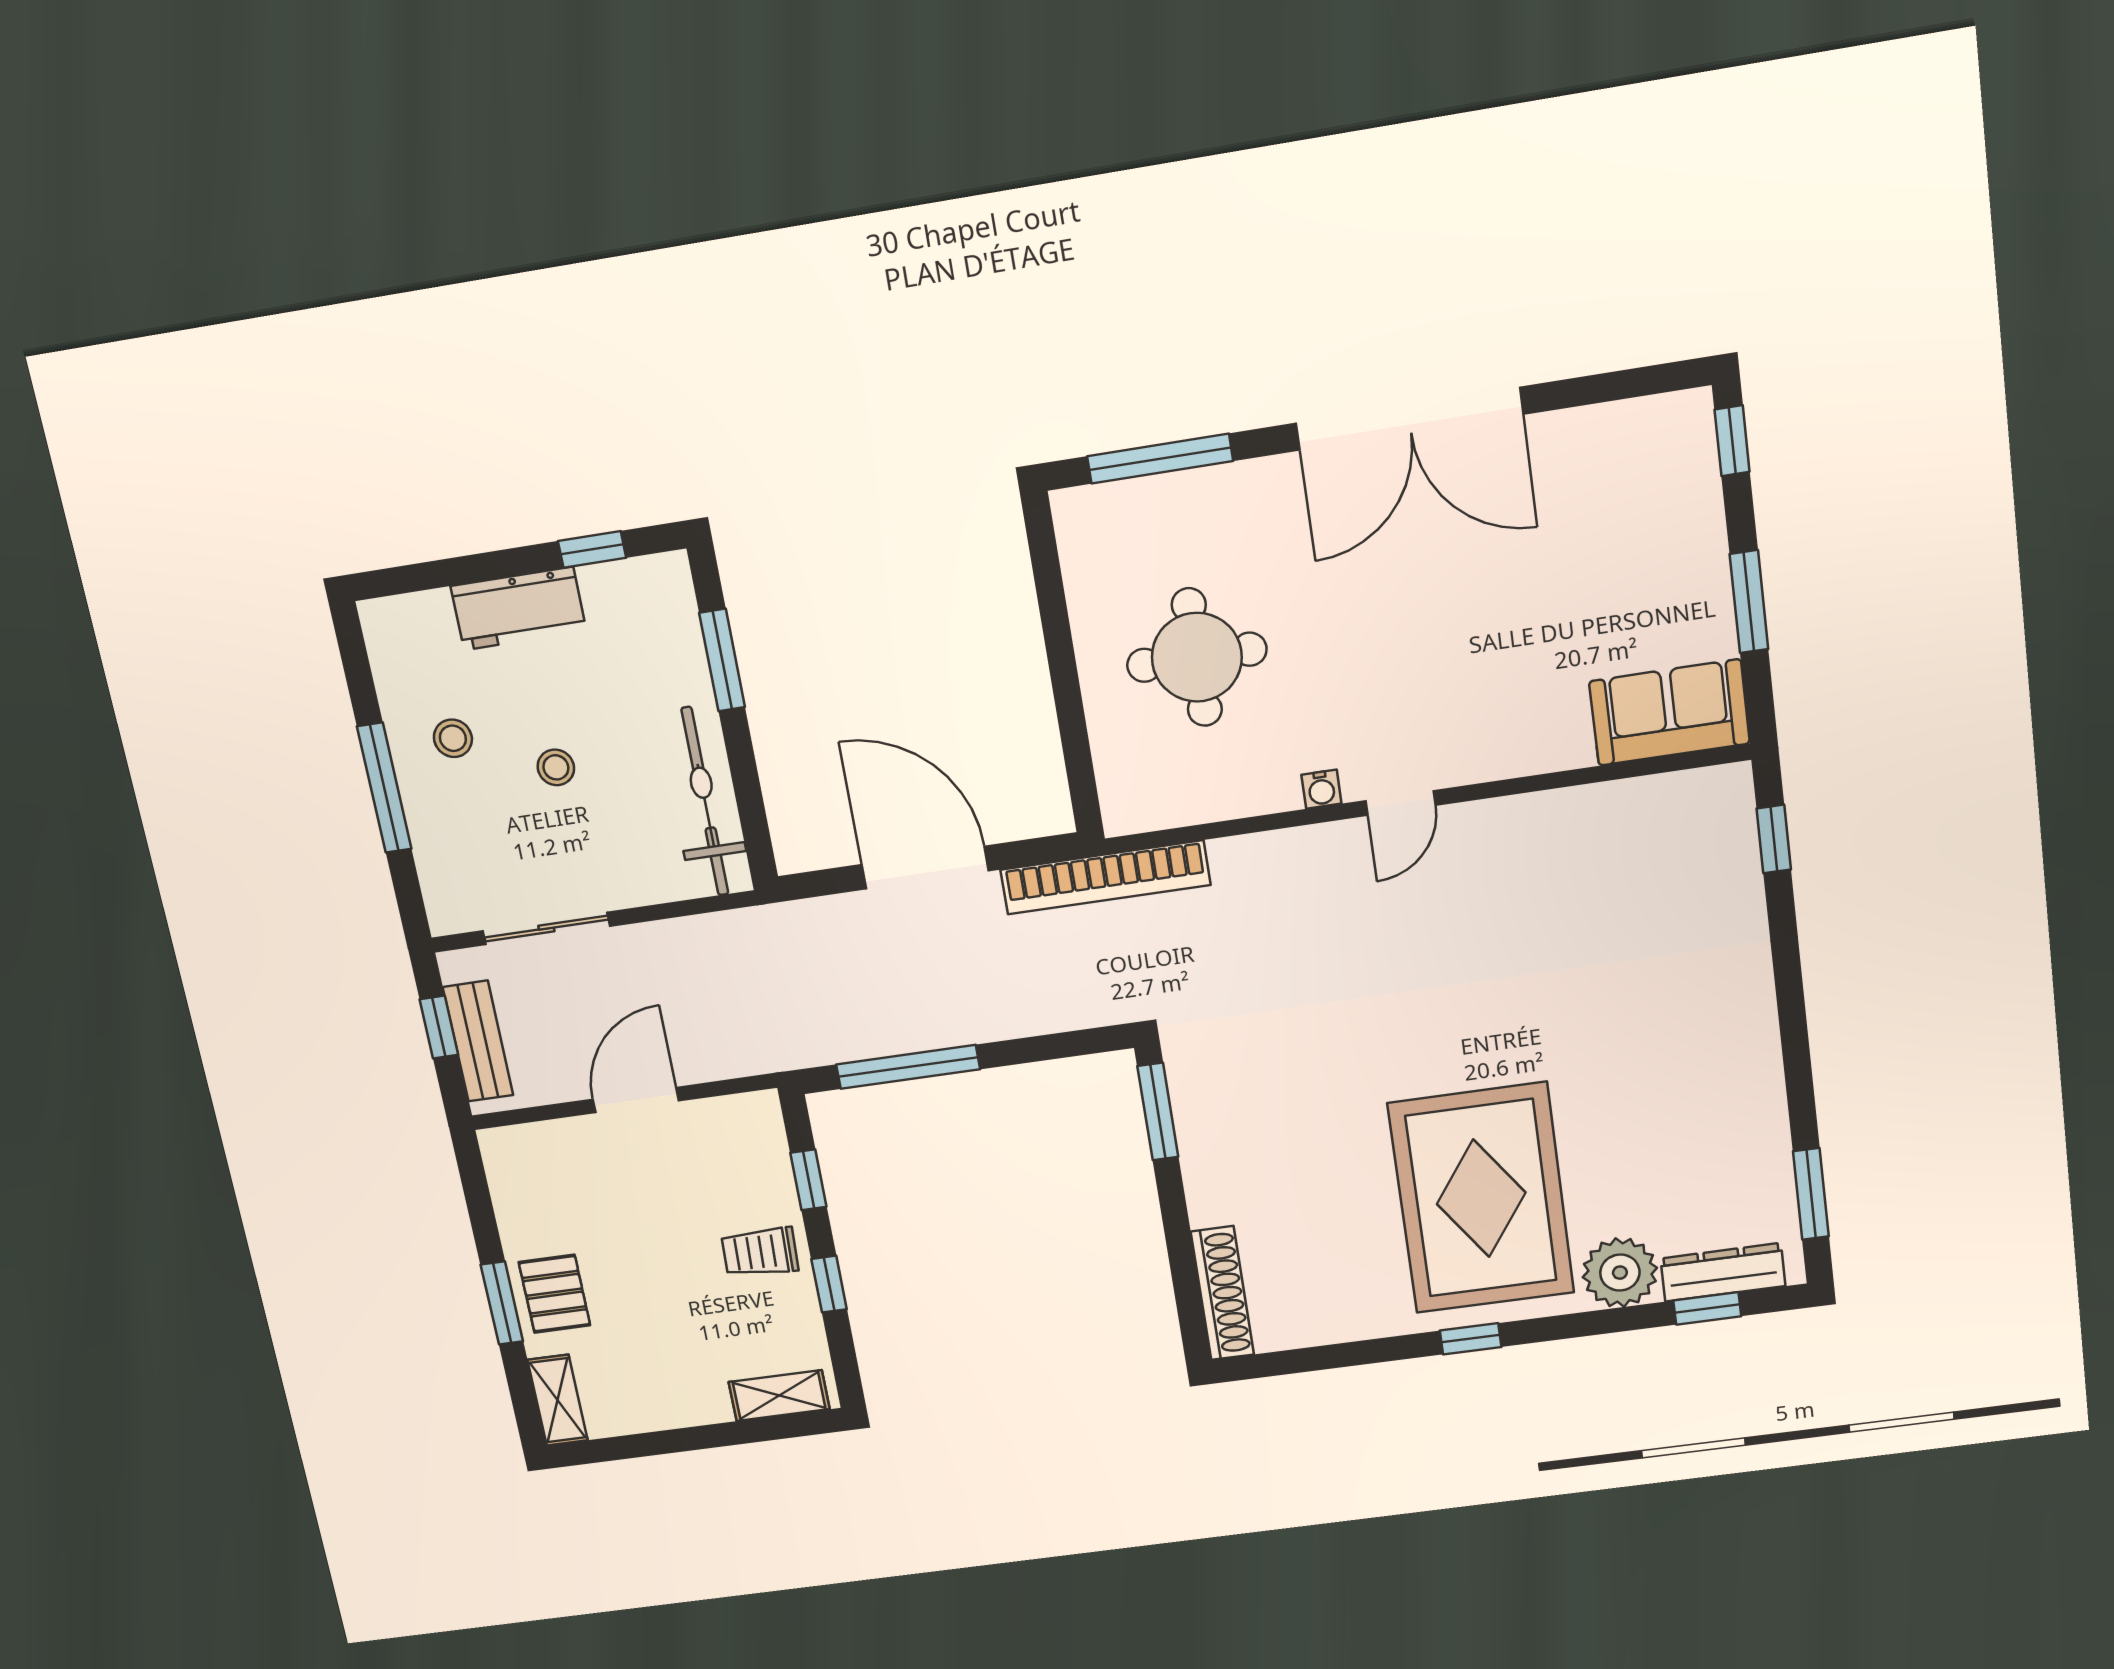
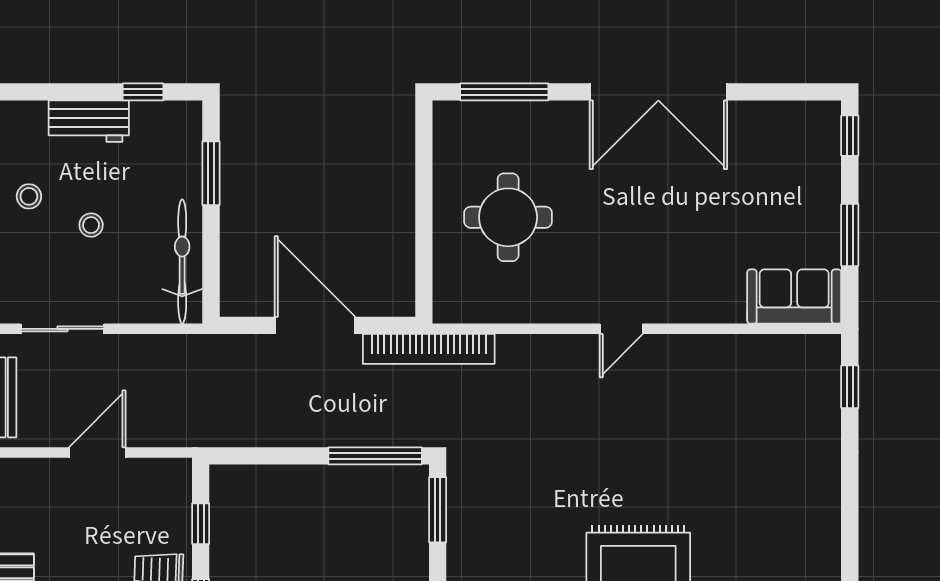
water cooler: (1321, 789) -> (573, 313), removed
window: (908, 1067) -> (375, 456), moved

